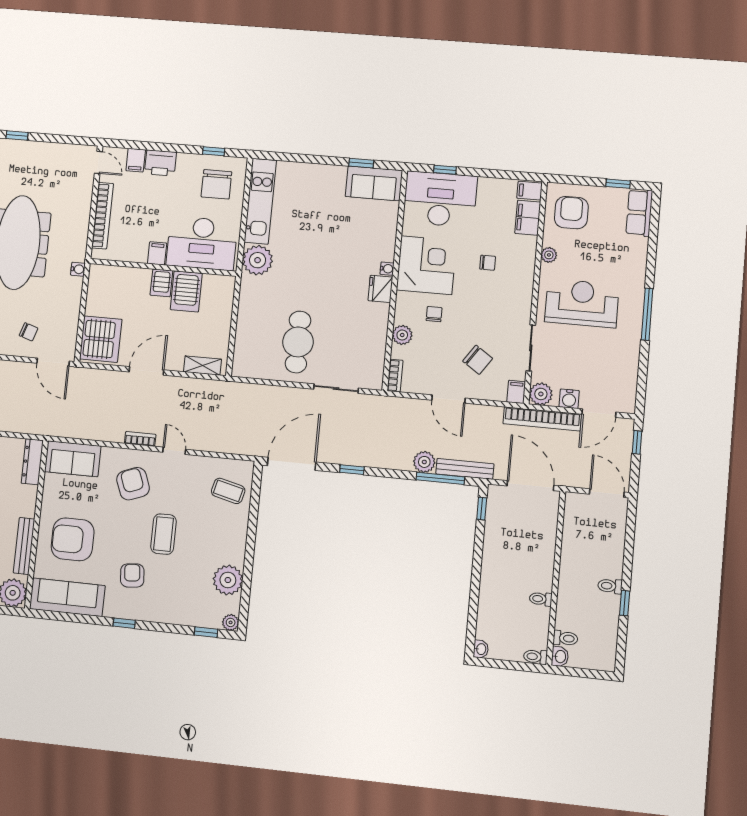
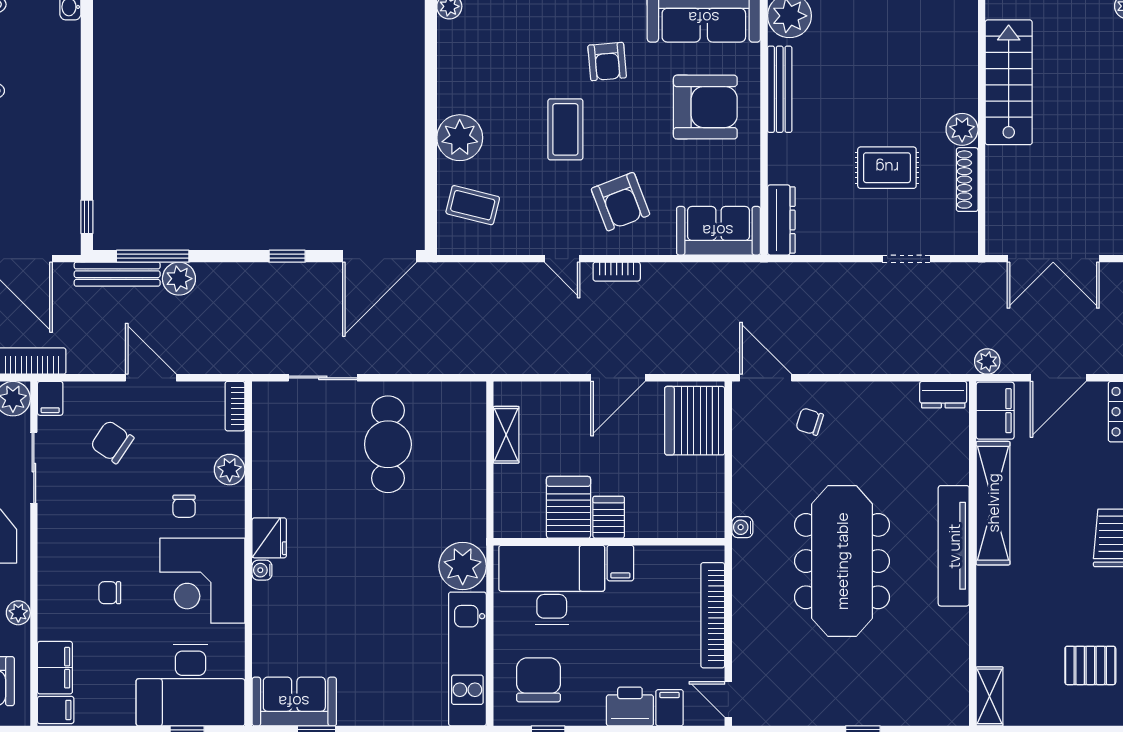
shelving: (202, 366) -> (506, 435), moved, turned 90
plant: (228, 580) -> (460, 138), moved

